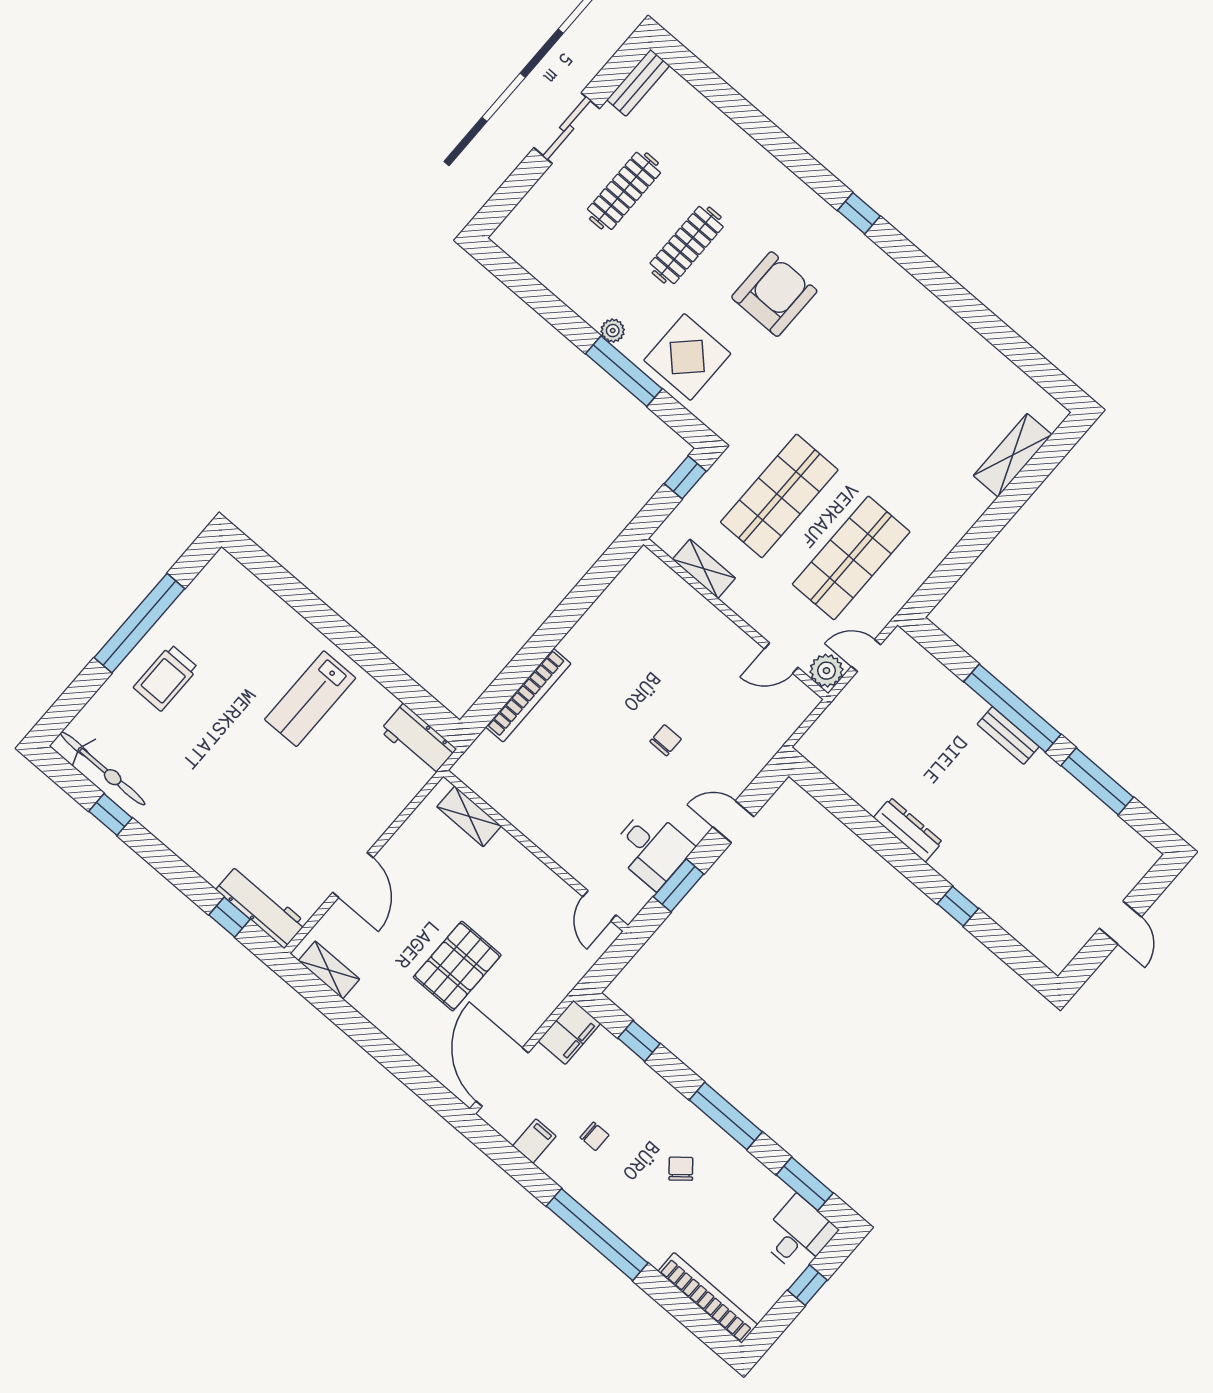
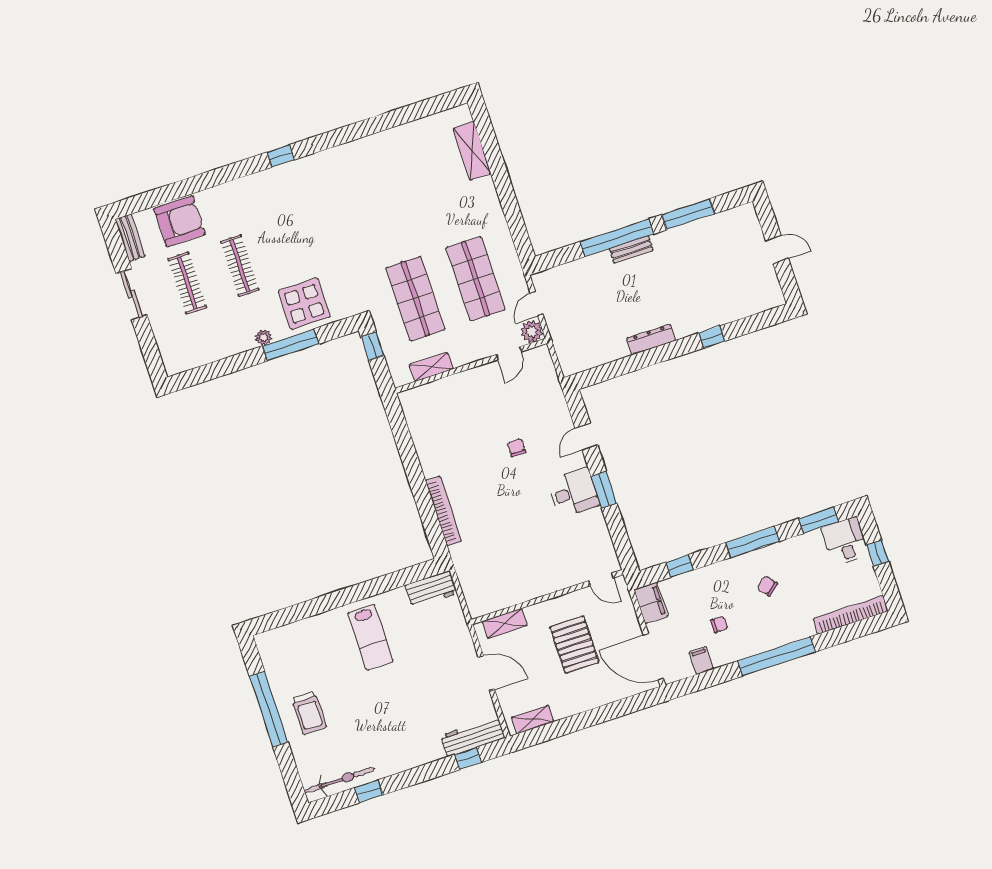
armchair: (774, 294) -> (180, 221), moved, turned 90
shelving: (469, 816) -> (505, 623), moved
wall: (536, 851) -> (547, 597), moved
door: (599, 906) -> (601, 579), moved

